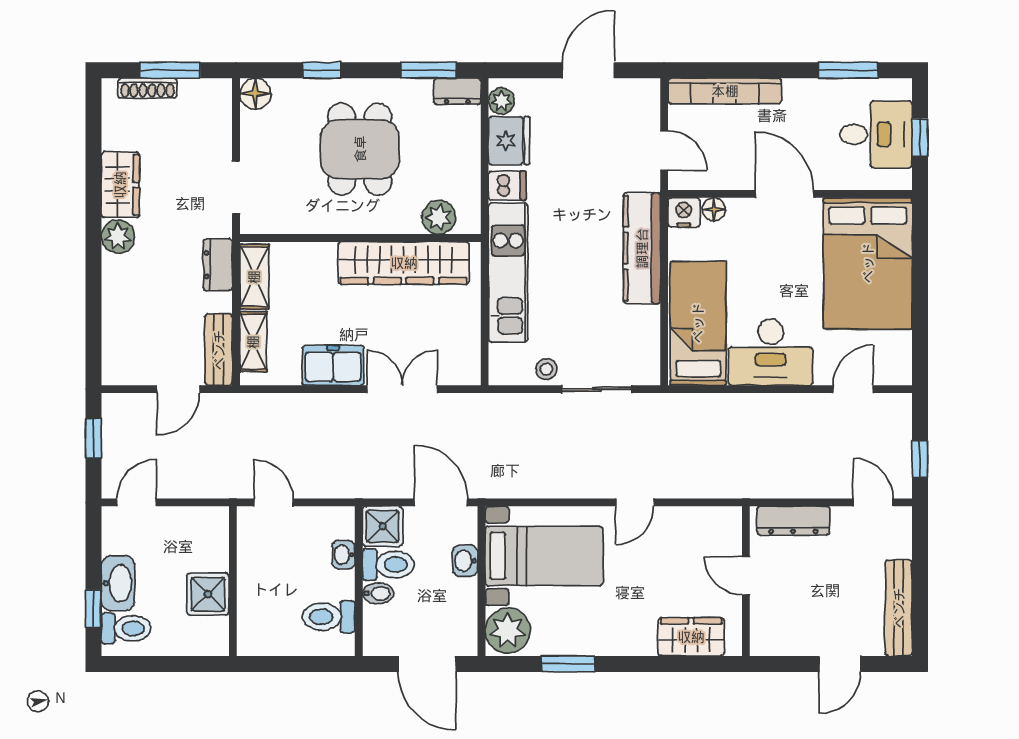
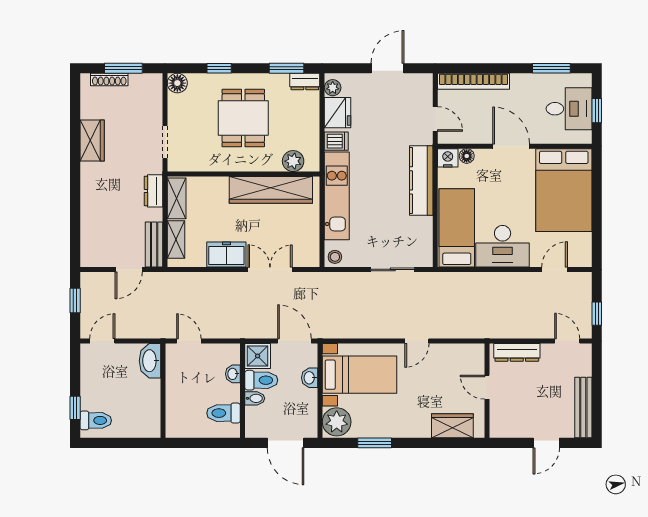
plant: (118, 237) -> (91, 173), removed
stool: (546, 369) -> (335, 257), moved
washbasin: (118, 583) -> (150, 361), moved, turned 180
shower: (208, 594) -> (147, 399), removed

